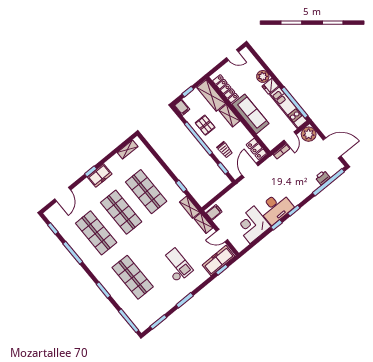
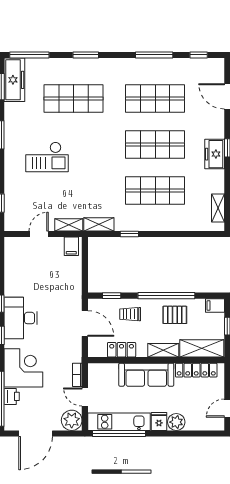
locker: (256, 149) -> (122, 350), moved
corner desk: (252, 225) -> (23, 368), moved
freezer: (219, 261) -> (14, 80), moved

